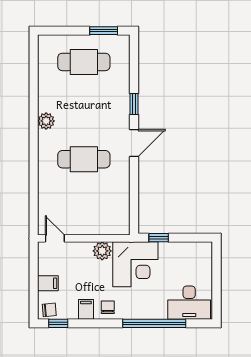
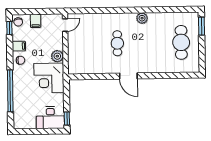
window: (104, 31) -> (202, 26), moved
window: (134, 104) -> (154, 76), removed
cafe table: (84, 159) -> (117, 43), width x0.73, depth x0.74
window: (159, 238) -> (67, 118), moved
desk: (189, 303) -> (50, 118), moved, turned -90

